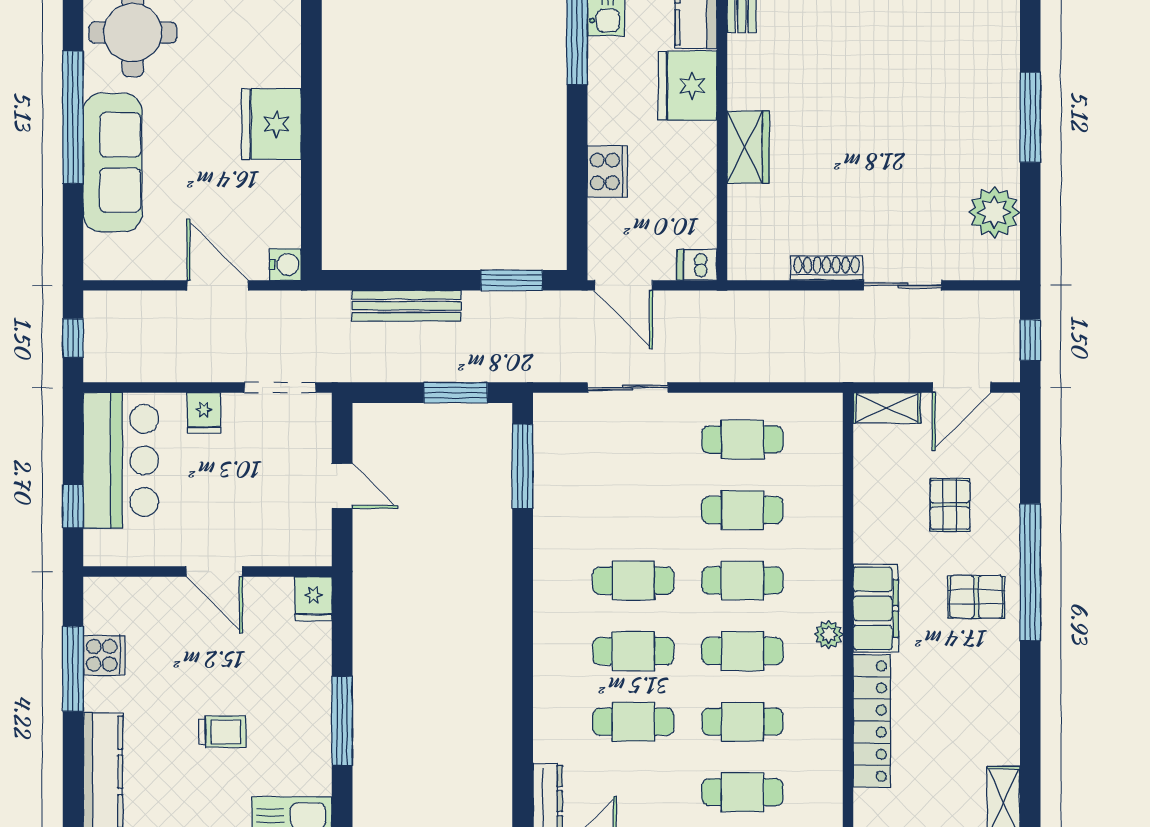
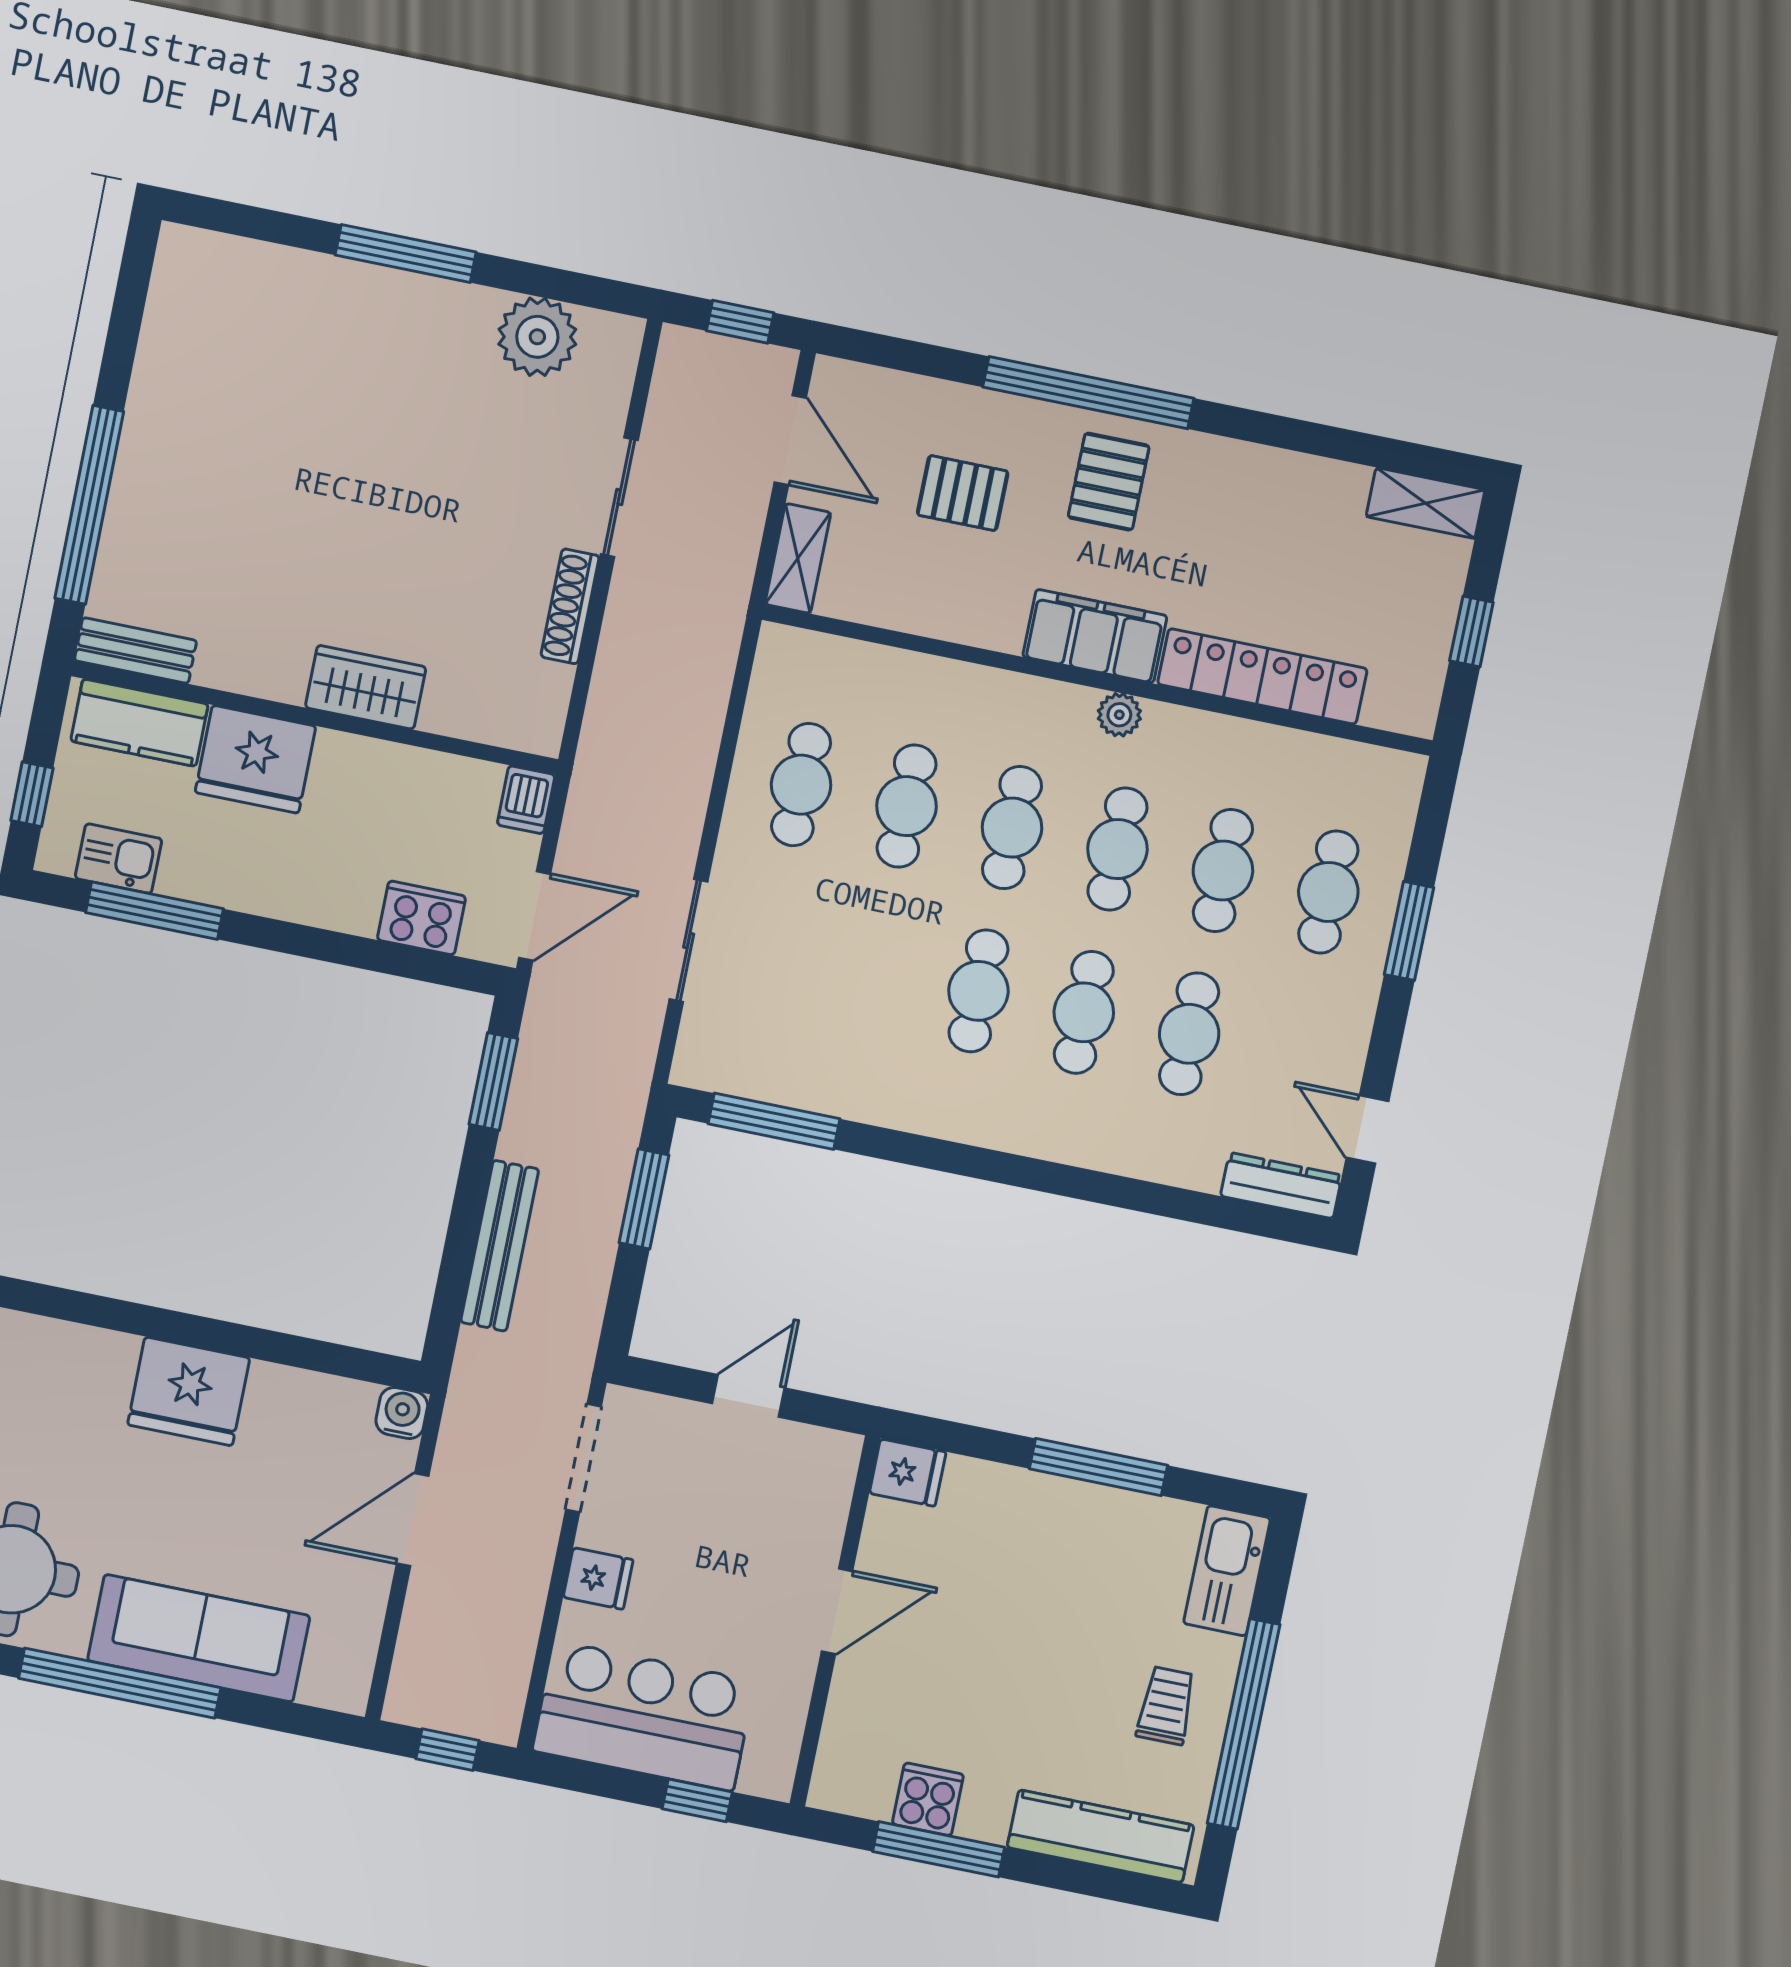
cooker: (607, 172) -> (421, 918), moved
trolley: (222, 732) -> (1166, 1706), moved

